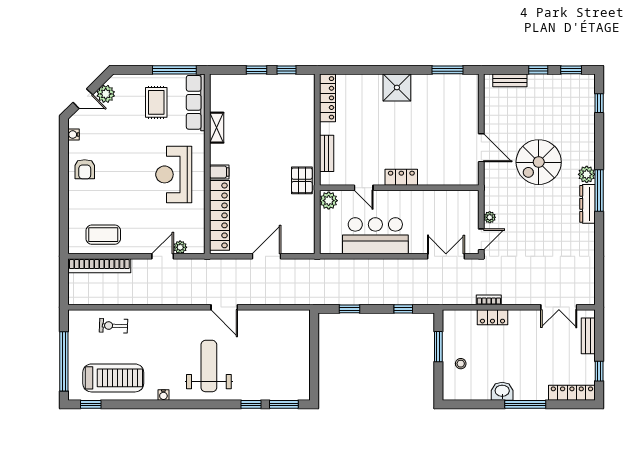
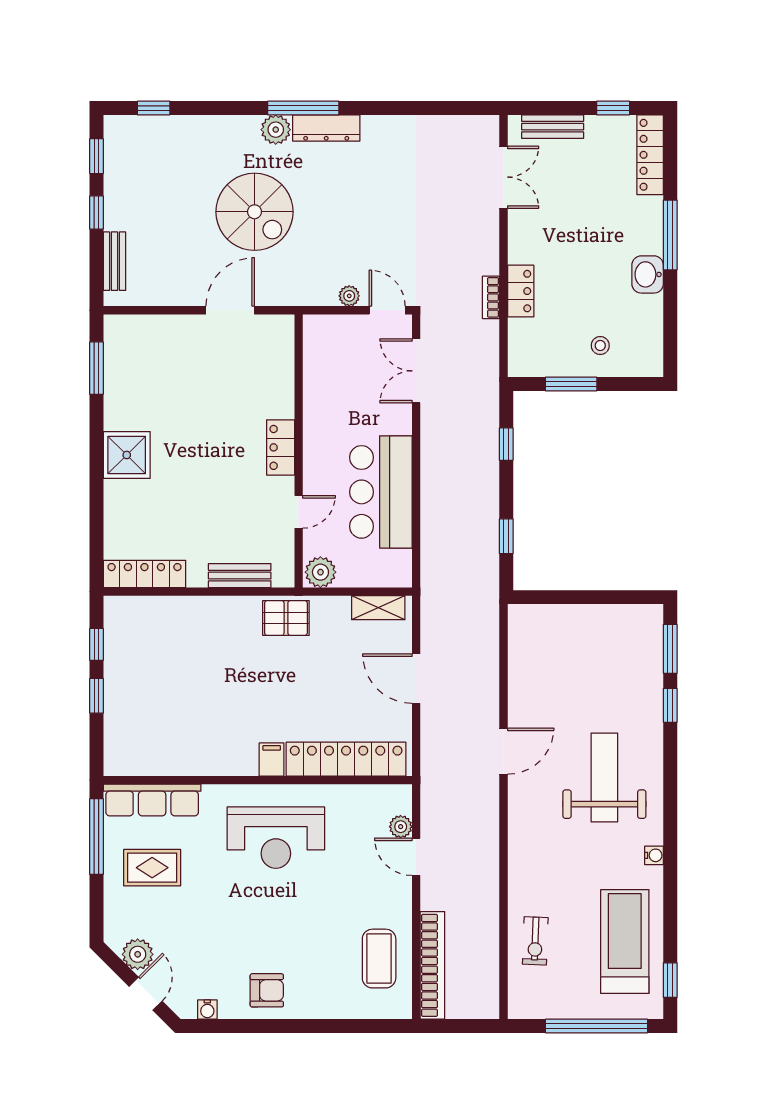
shelving: (217, 128) -> (378, 608), moved
weight bench: (209, 366) -> (604, 777), turned 90

